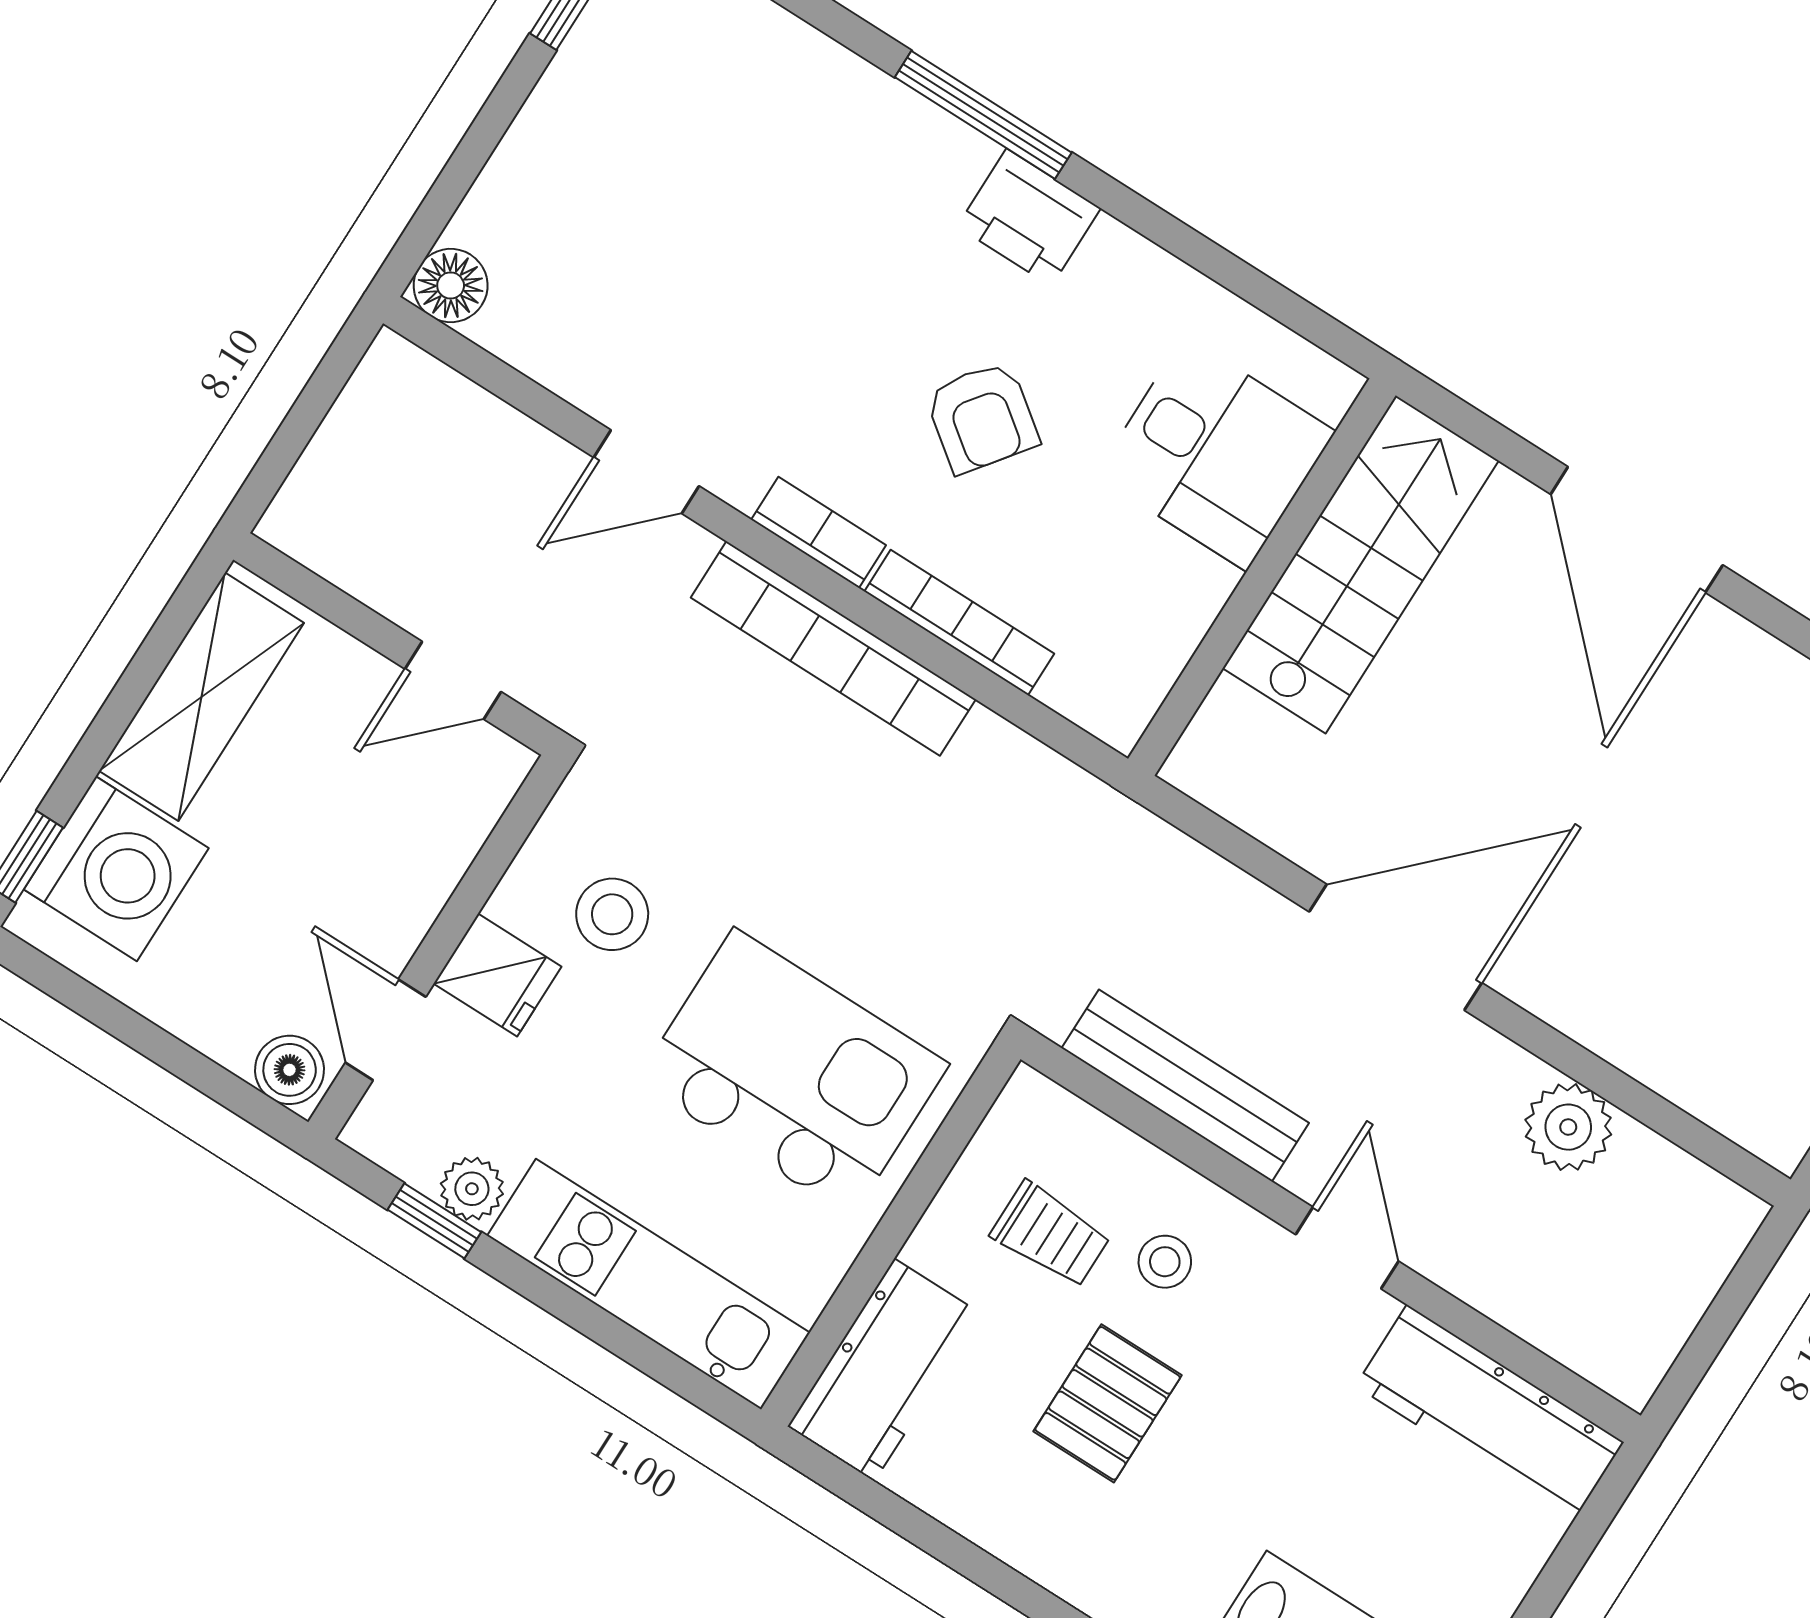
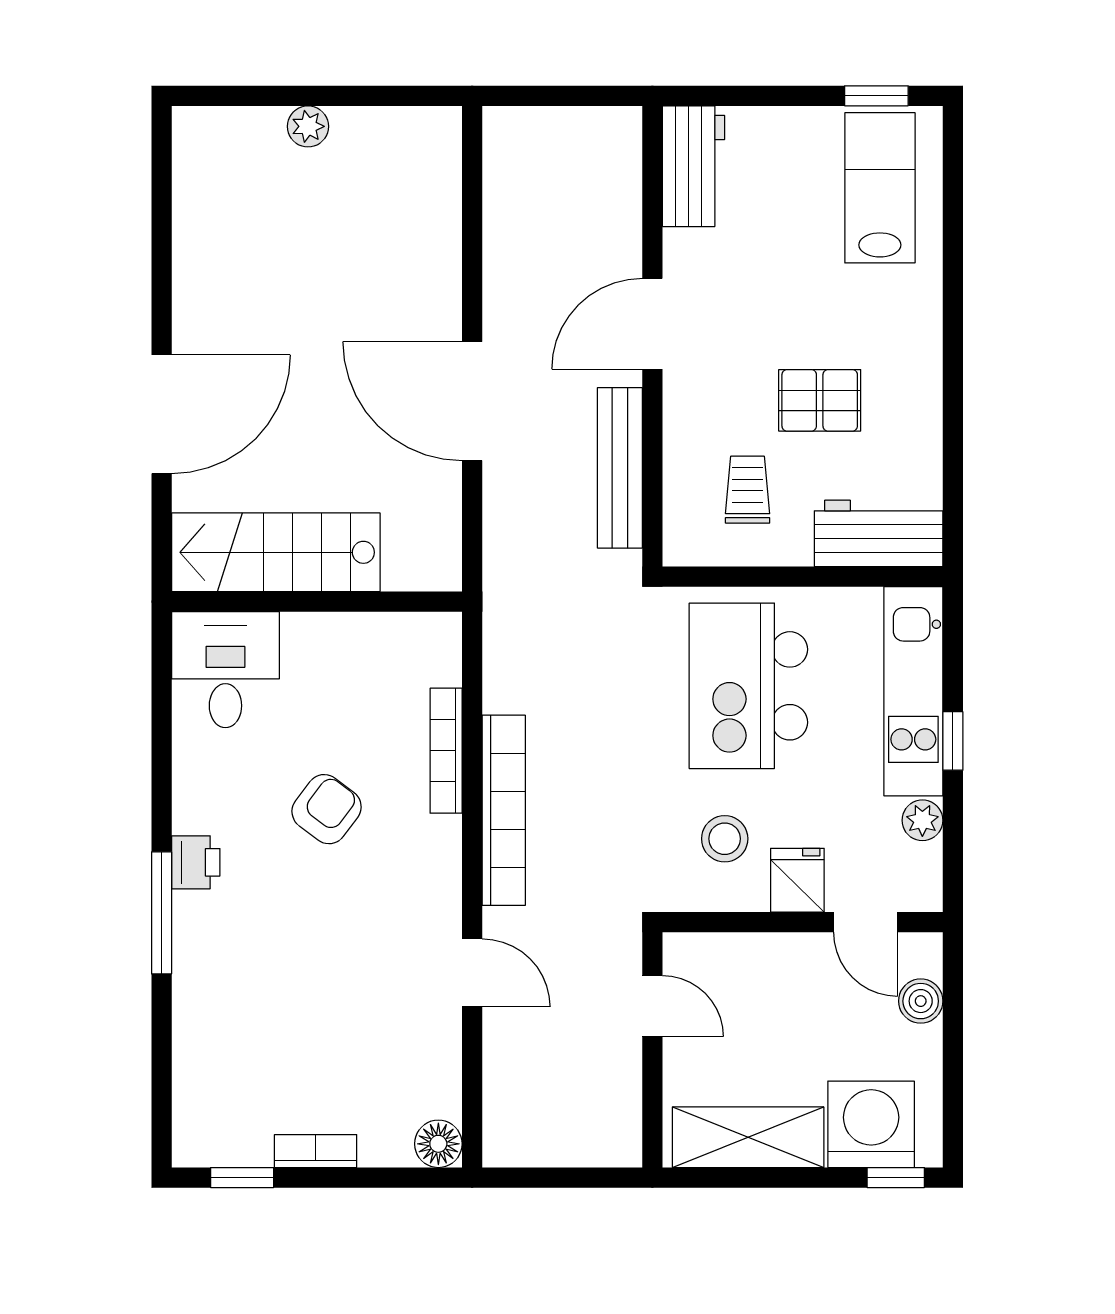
printer: (1029, 217) -> (196, 862), width x0.73, depth x0.81
desk: (1215, 453) -> (225, 670), moved
bookcase: (819, 532) -> (316, 1151), moved, turned 90
door: (386, 1030) -> (866, 922), hinge flipped
boiler: (290, 1070) -> (921, 1001), moved
plant: (1568, 1127) -> (510, 245), removed
window: (434, 1221) -> (953, 741), moved
door: (1347, 1248) -> (652, 324), width x1.38
stool: (1165, 1262) -> (723, 418), removed
workbench: (1490, 1414) -> (694, 166), width x0.73

